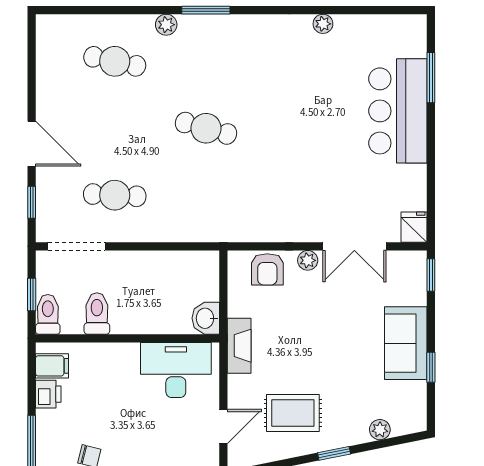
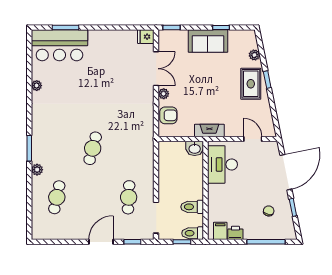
bar counter: (398, 111) -> (59, 45), moved
rug: (293, 413) -> (251, 84), moved

